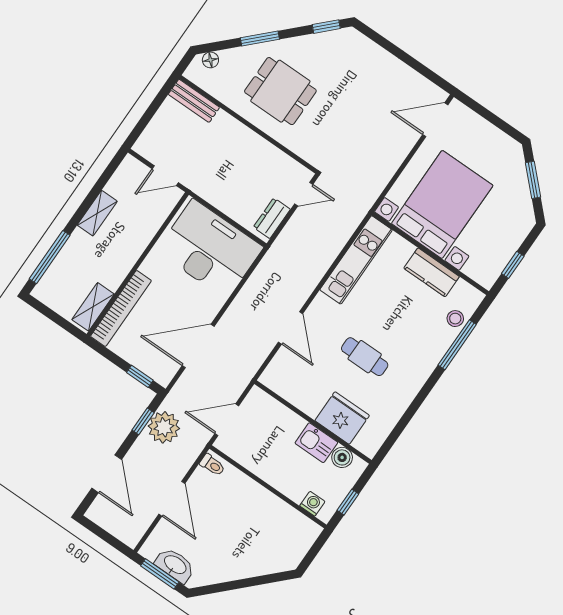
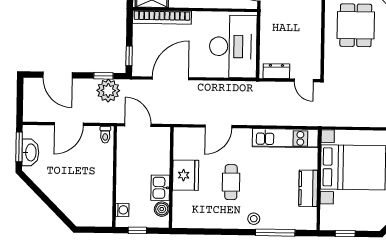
stool: (455, 319) -> (254, 219), moved
door: (198, 346) -> (171, 78), hinge flipped
fridge: (342, 418) -> (186, 175), moved
door: (107, 474) -> (58, 75), hinge flipped

